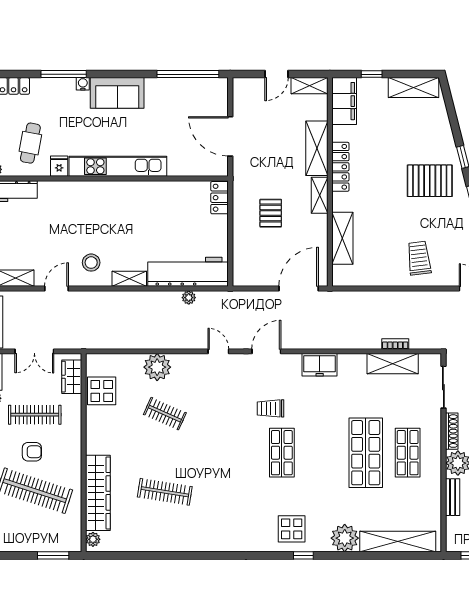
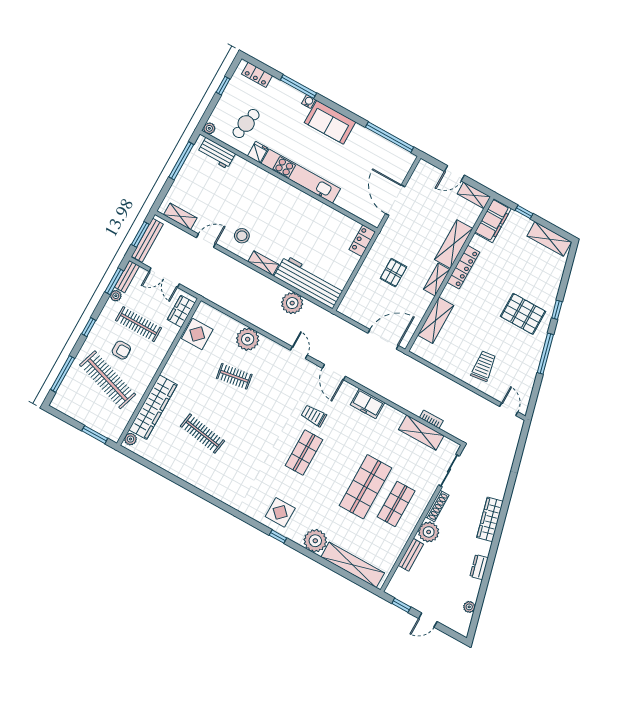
plant: (189, 298) -> (292, 303), width x1.87, depth x1.87
door: (266, 351) -> (334, 372), swing flipped
clothes rail: (165, 414) -> (234, 376), turned -33

